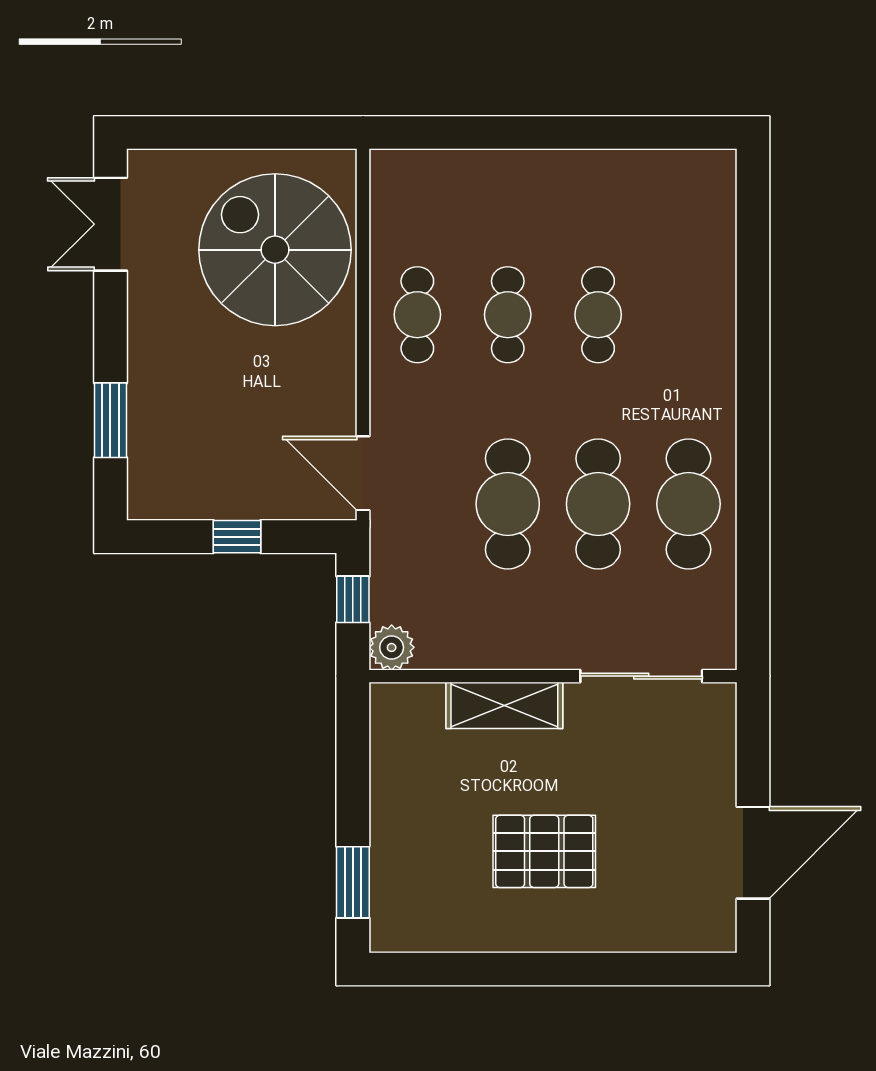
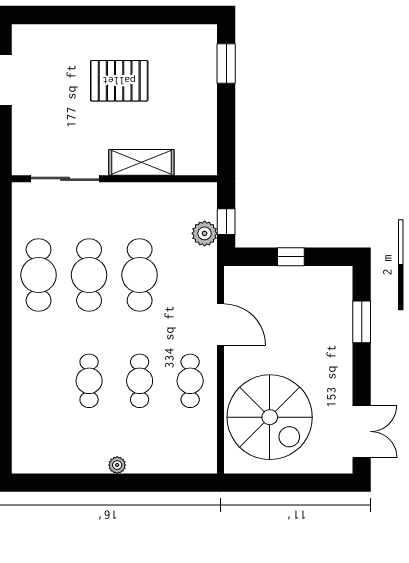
plant: (548, 164) -> (117, 465), added
door: (363, 473) -> (221, 325), moved
plant: (392, 647) -> (205, 233), moved

